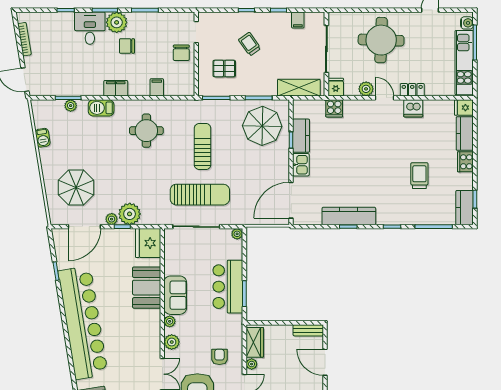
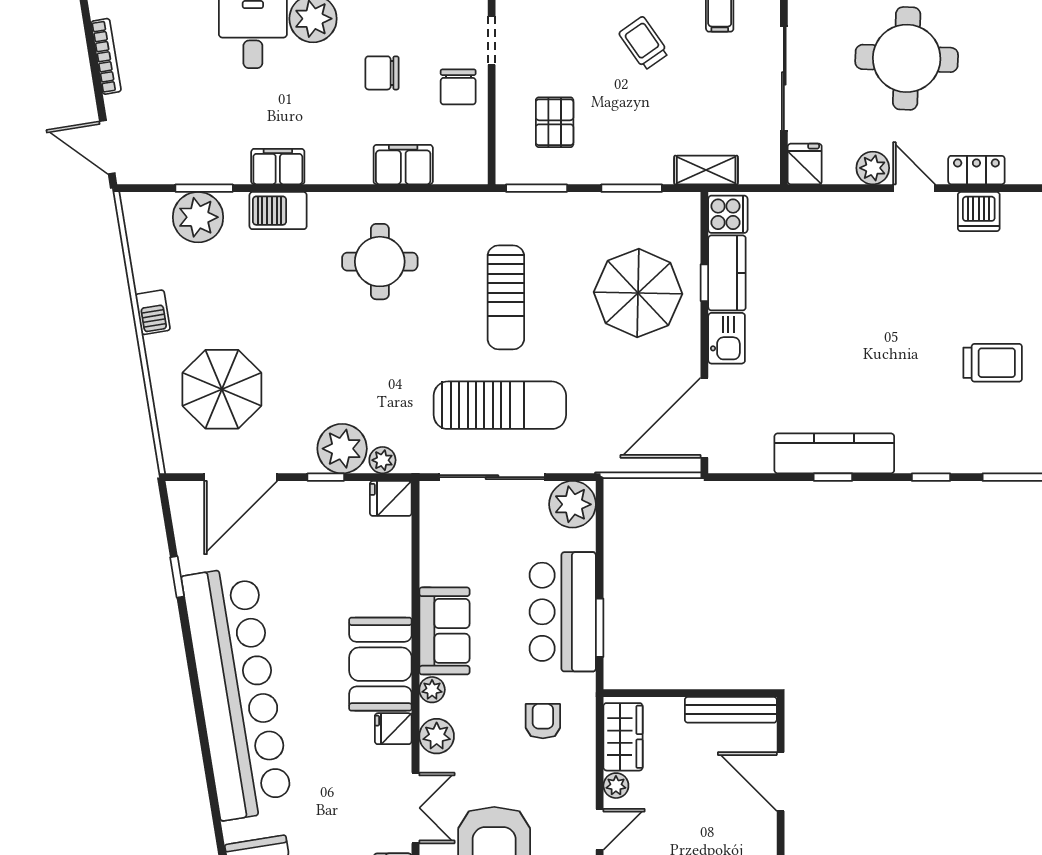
trolley: (250, 44) -> (644, 43), moved
chair: (127, 46) -> (382, 73), moved
pallet: (224, 69) -> (555, 122), turned 90
filing cabinet: (157, 87) -> (403, 165), width x2.00
filing cabinet: (116, 88) -> (278, 167), moved
shelving: (299, 88) -> (706, 170), width x0.67, depth x0.75
plant: (71, 106) -> (198, 217), width x1.87, depth x1.87
cooker: (334, 108) -> (728, 214), moved, turned -90
parasol: (262, 126) -> (638, 293), moved
barbecue: (43, 138) -> (153, 312), moved
sun lounger: (203, 147) -> (506, 297), turned 180
trolley: (419, 176) -> (993, 363), turned 90
plant: (112, 219) -> (382, 460), moved
plant: (237, 234) -> (573, 504), width x1.88, depth x1.88
fridge: (148, 243) -> (391, 498), width x0.53, depth x0.75
booth: (147, 288) -> (380, 664), moved
bench: (308, 330) -> (731, 710), width x1.36
fridge: (152, 339) -> (393, 729), added
armchair: (219, 357) -> (543, 721), moved

